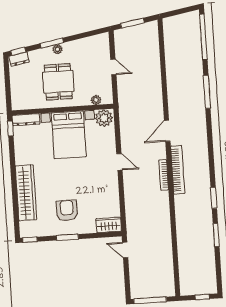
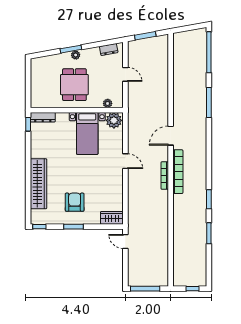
window: (18, 51) -> (40, 55), removed
dresser: (19, 59) -> (109, 49), moved
bed with nightstands: (69, 135) -> (87, 133), width x0.73

